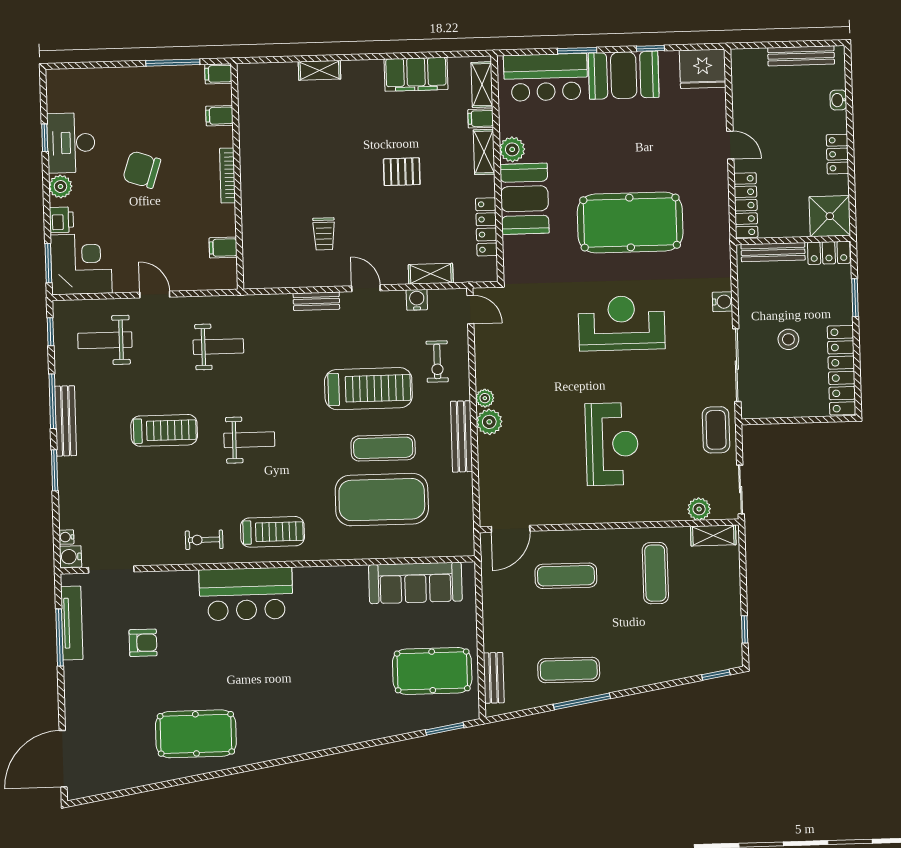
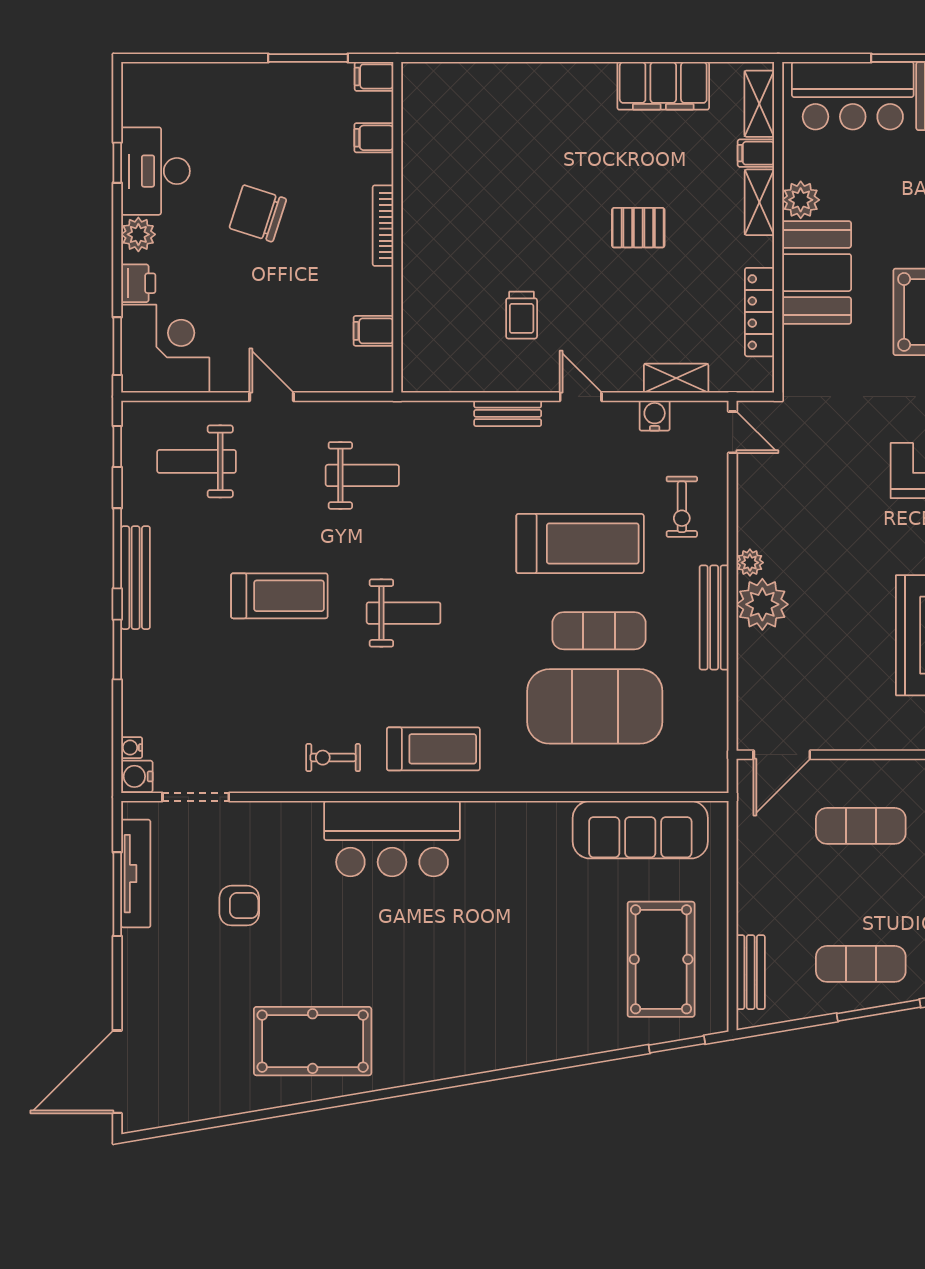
shelving: (320, 70) -> (522, 76), removed
plant: (489, 422) -> (762, 604), width x1.36, depth x1.36
pool table: (432, 671) -> (661, 959), turned 90

